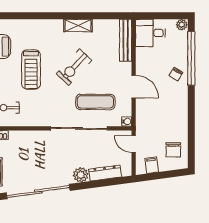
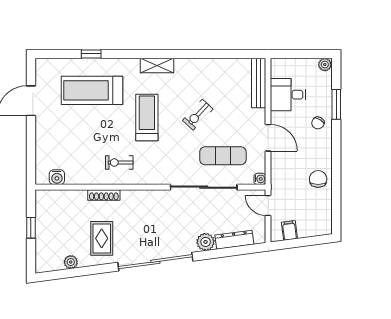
shelving: (78, 26) -> (157, 66), moved
desk: (150, 33) -> (288, 95), moved
window: (191, 58) -> (336, 104), width x0.47
exercise bike: (74, 67) -> (198, 115), width x0.73, depth x0.72
treadmill: (31, 70) -> (147, 117), turned 180
chair: (173, 150) -> (318, 179), moved, turned 180

